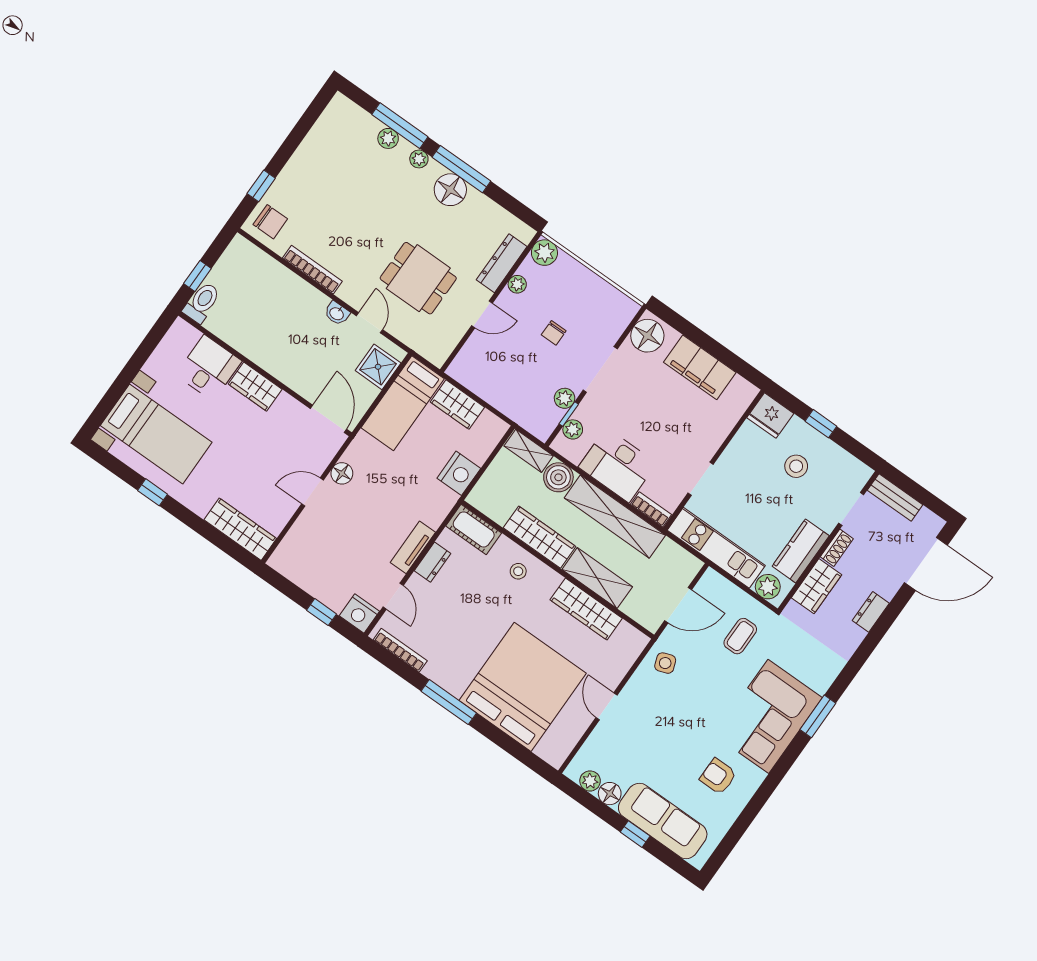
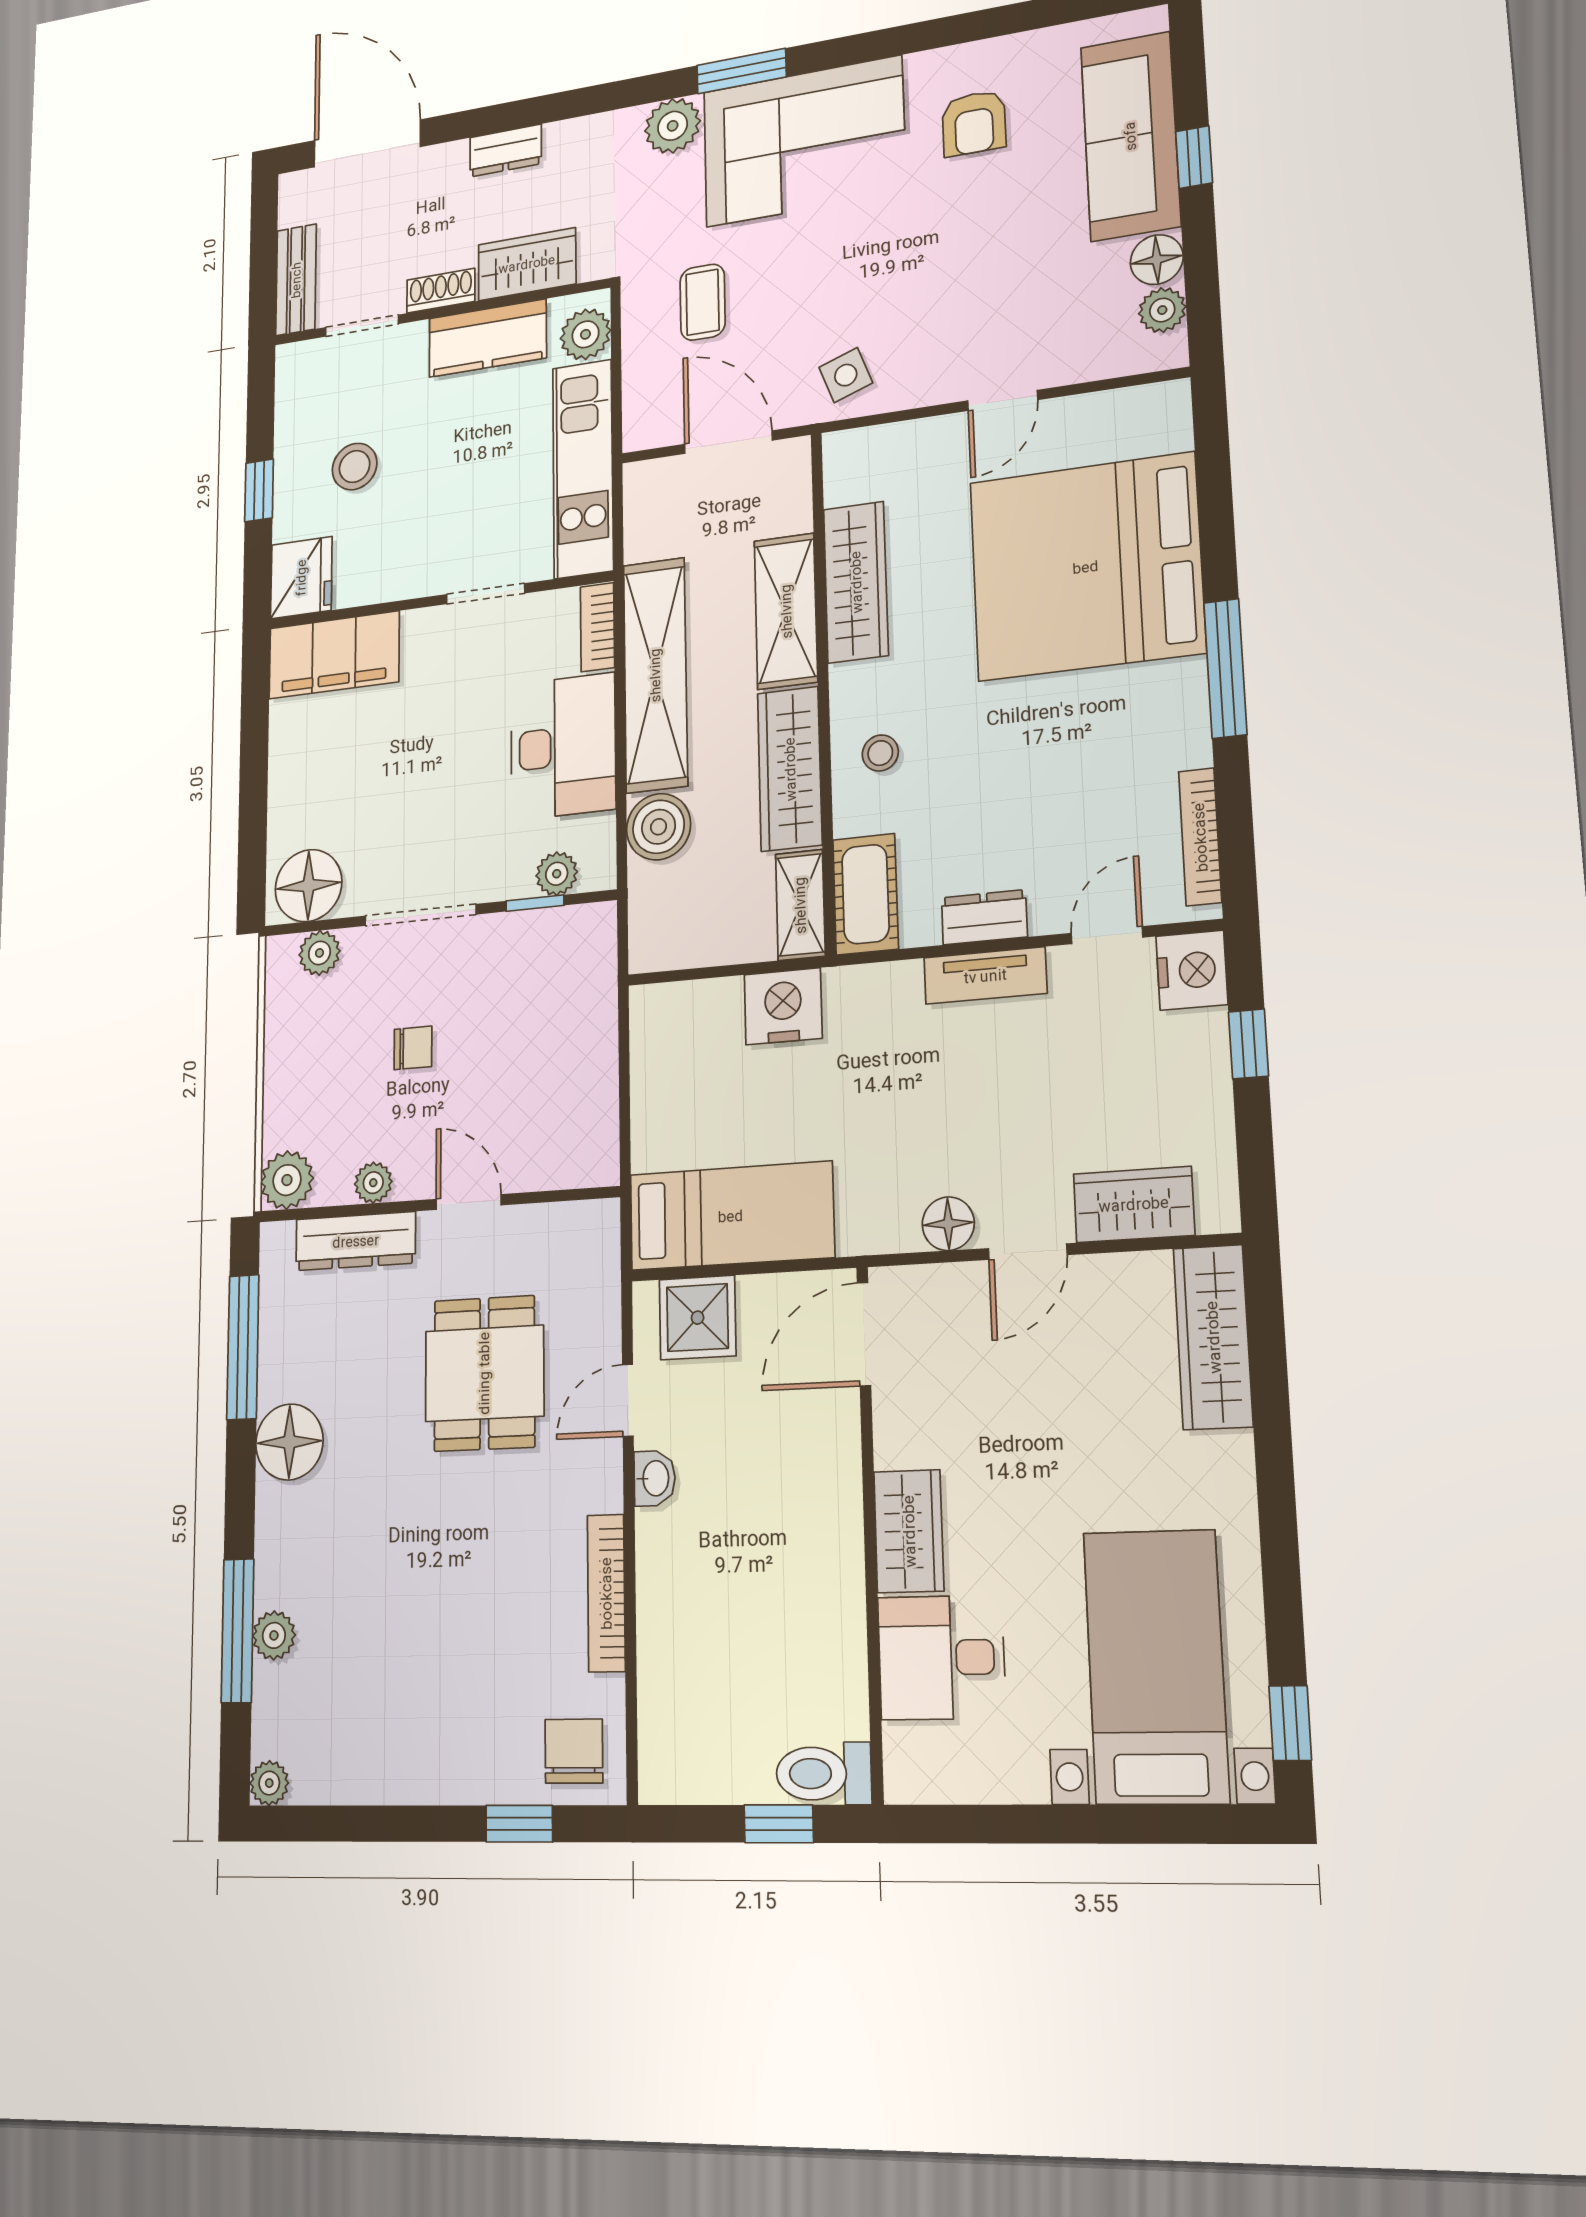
plant: (419, 159) -> (269, 1783), moved
window: (461, 169) -> (243, 1347), moved
filing cabinet: (700, 367) -> (334, 655), moved, turned 90
plant: (565, 398) -> (319, 953), moved
wardrobe: (457, 405) -> (1134, 1204), moved, turned -90
shelving: (529, 451) -> (800, 905), moved
window: (152, 492) -> (1290, 1723), moved
door: (312, 492) -> (1028, 1252), hinge flipped
coffee table: (740, 636) -> (703, 302), turned 90
plant: (820, 677) -> (673, 126), added

